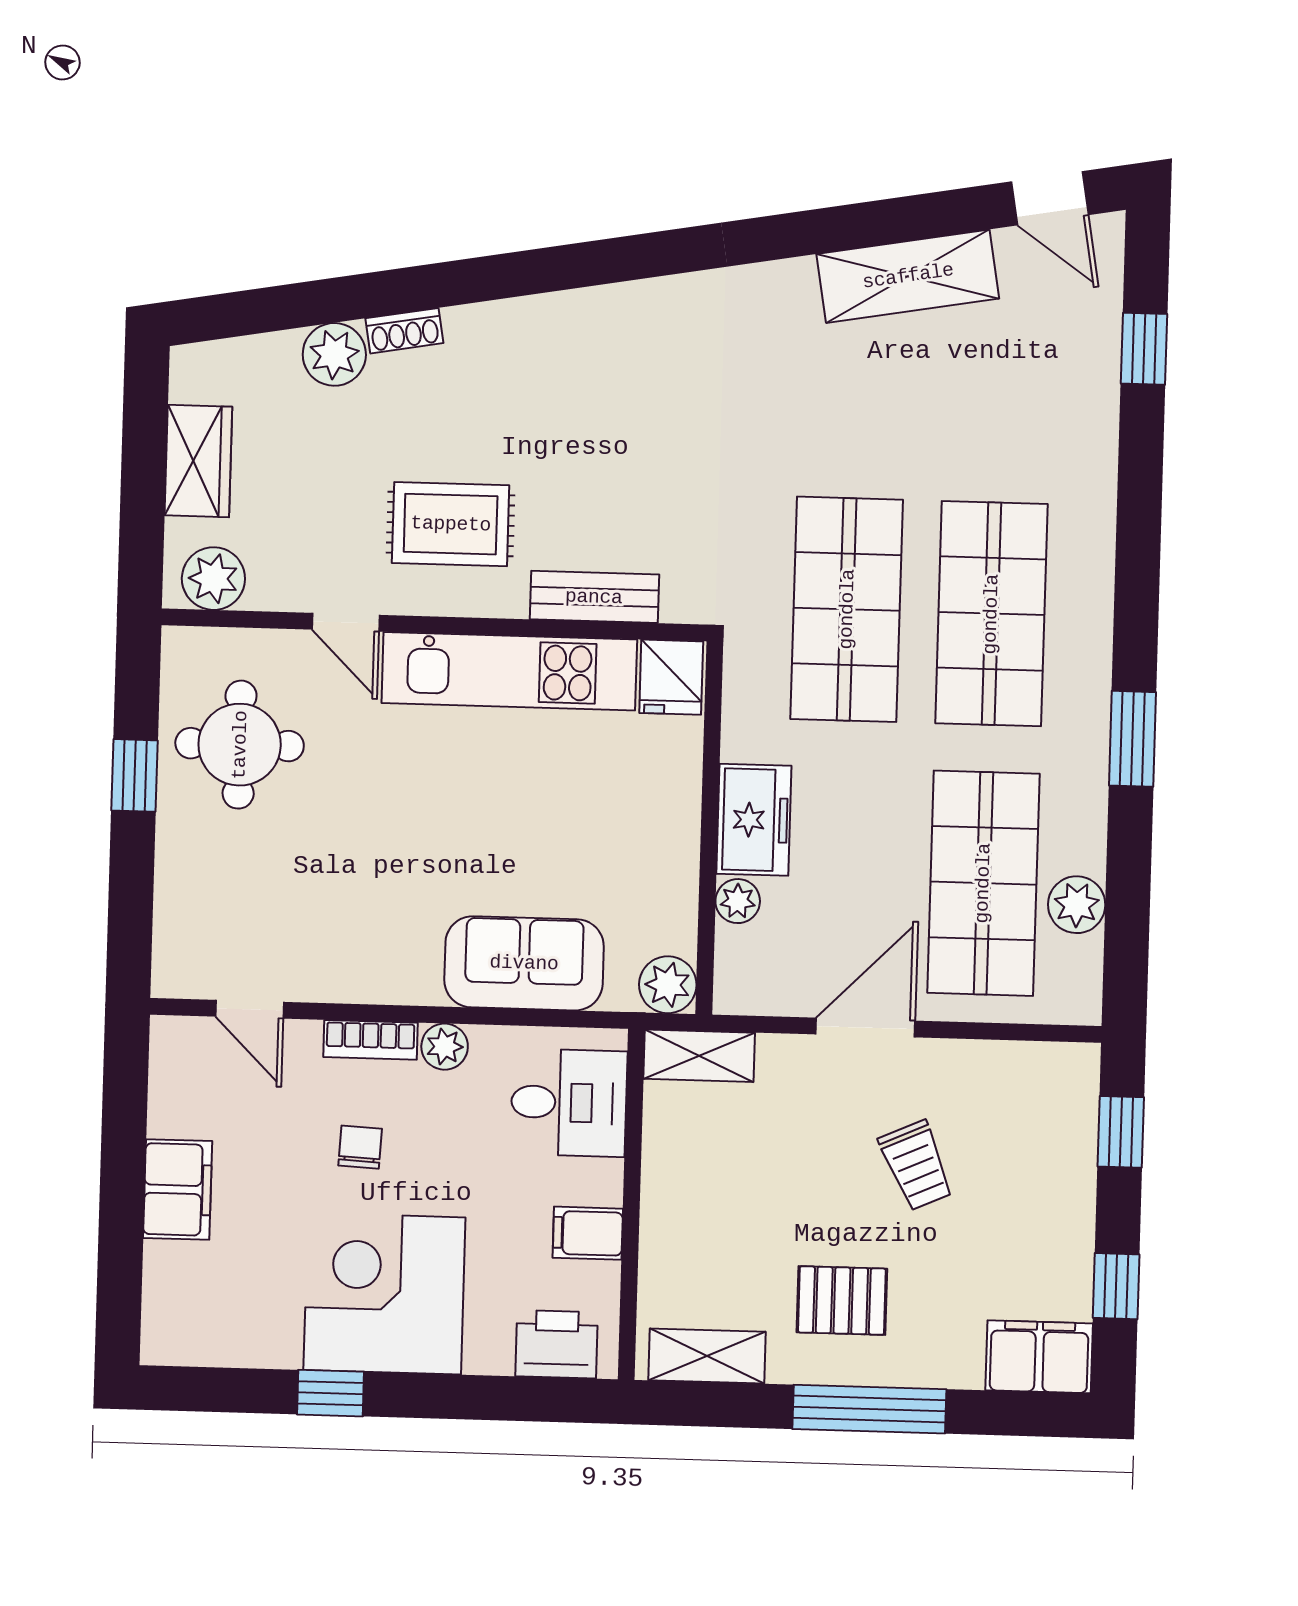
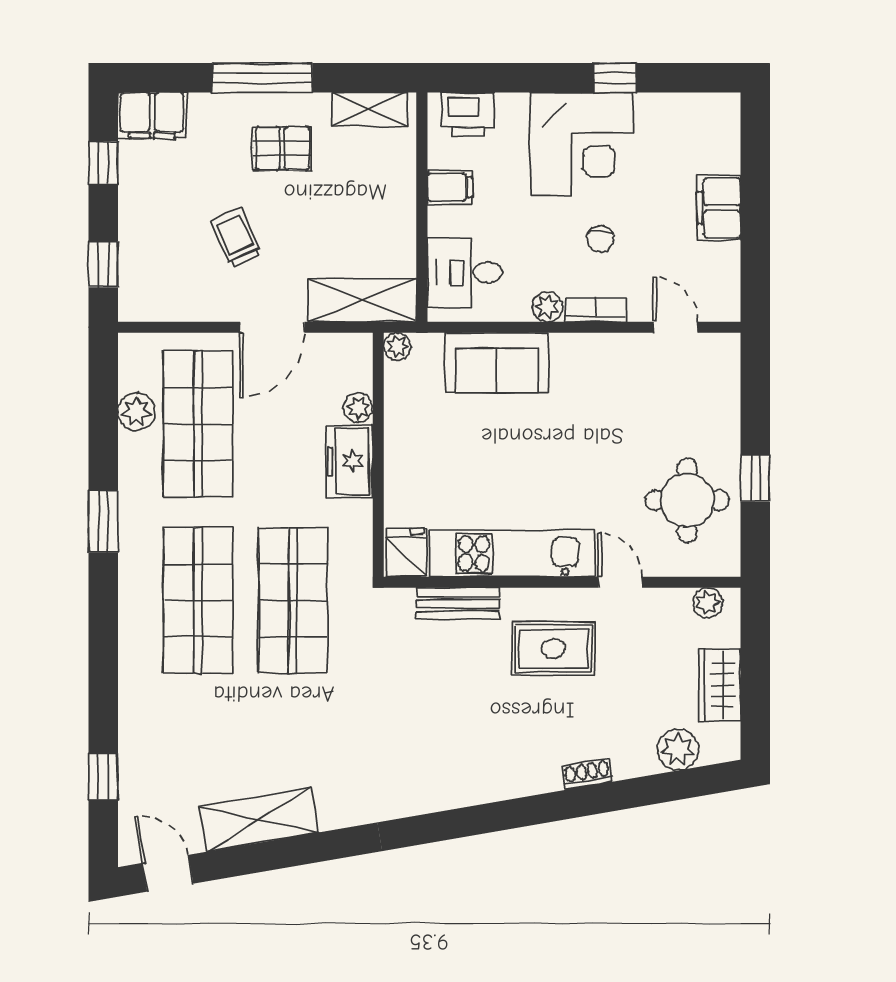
plant: (334, 354) -> (678, 749), moved
plant: (213, 579) -> (707, 603), width x0.73, depth x0.73
plant: (668, 985) -> (397, 346), width x0.73, depth x0.73
shelving: (699, 1056) -> (362, 300), width x1.50, depth x1.33

